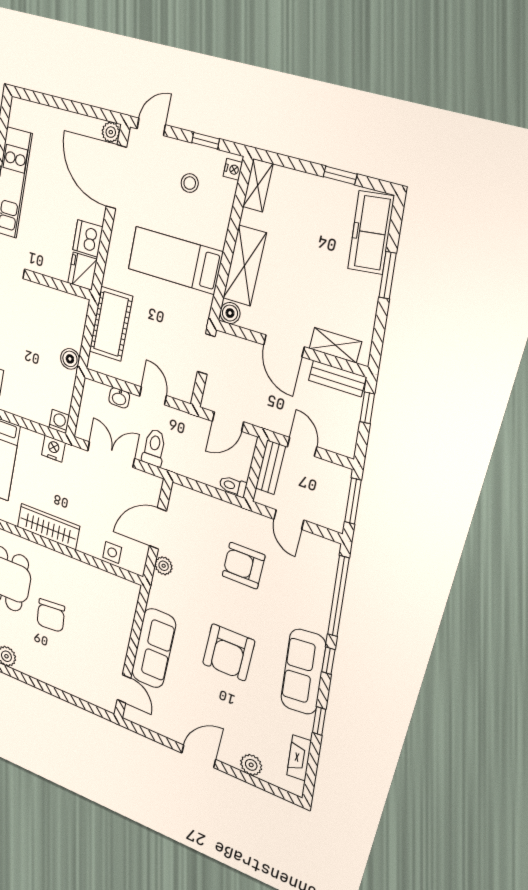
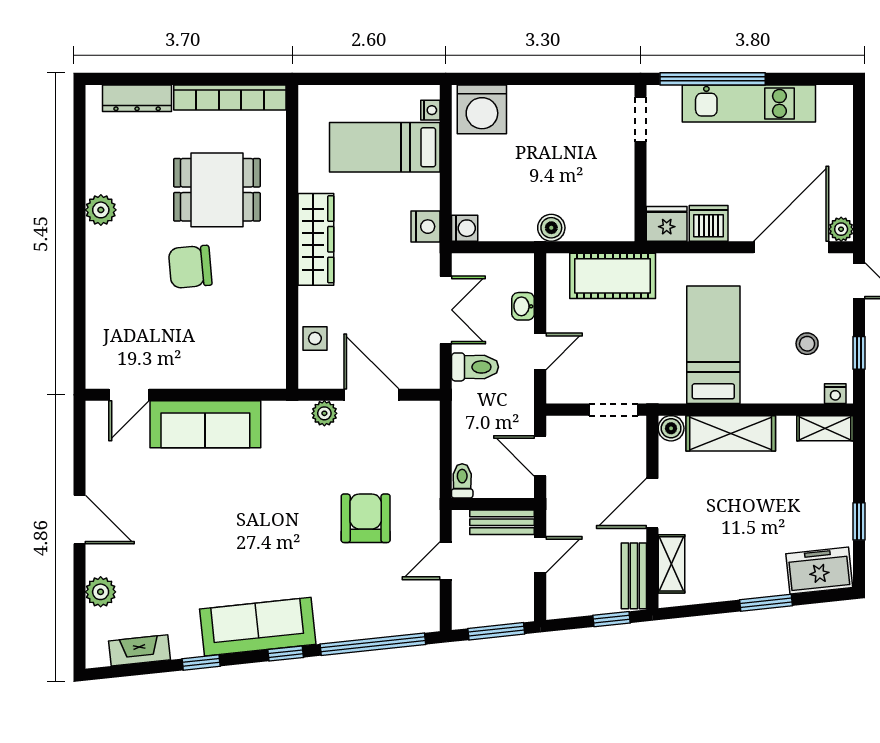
freezer: (371, 233) -> (819, 571), width x0.71
armchair: (229, 652) -> (243, 526), removed

